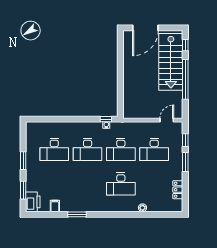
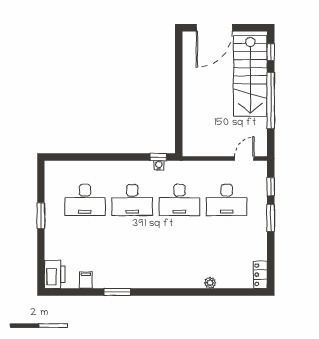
desk: (121, 184) -> (179, 249), removed
window: (23, 190) -> (41, 258), removed
locker: (178, 190) -> (260, 275), moved

